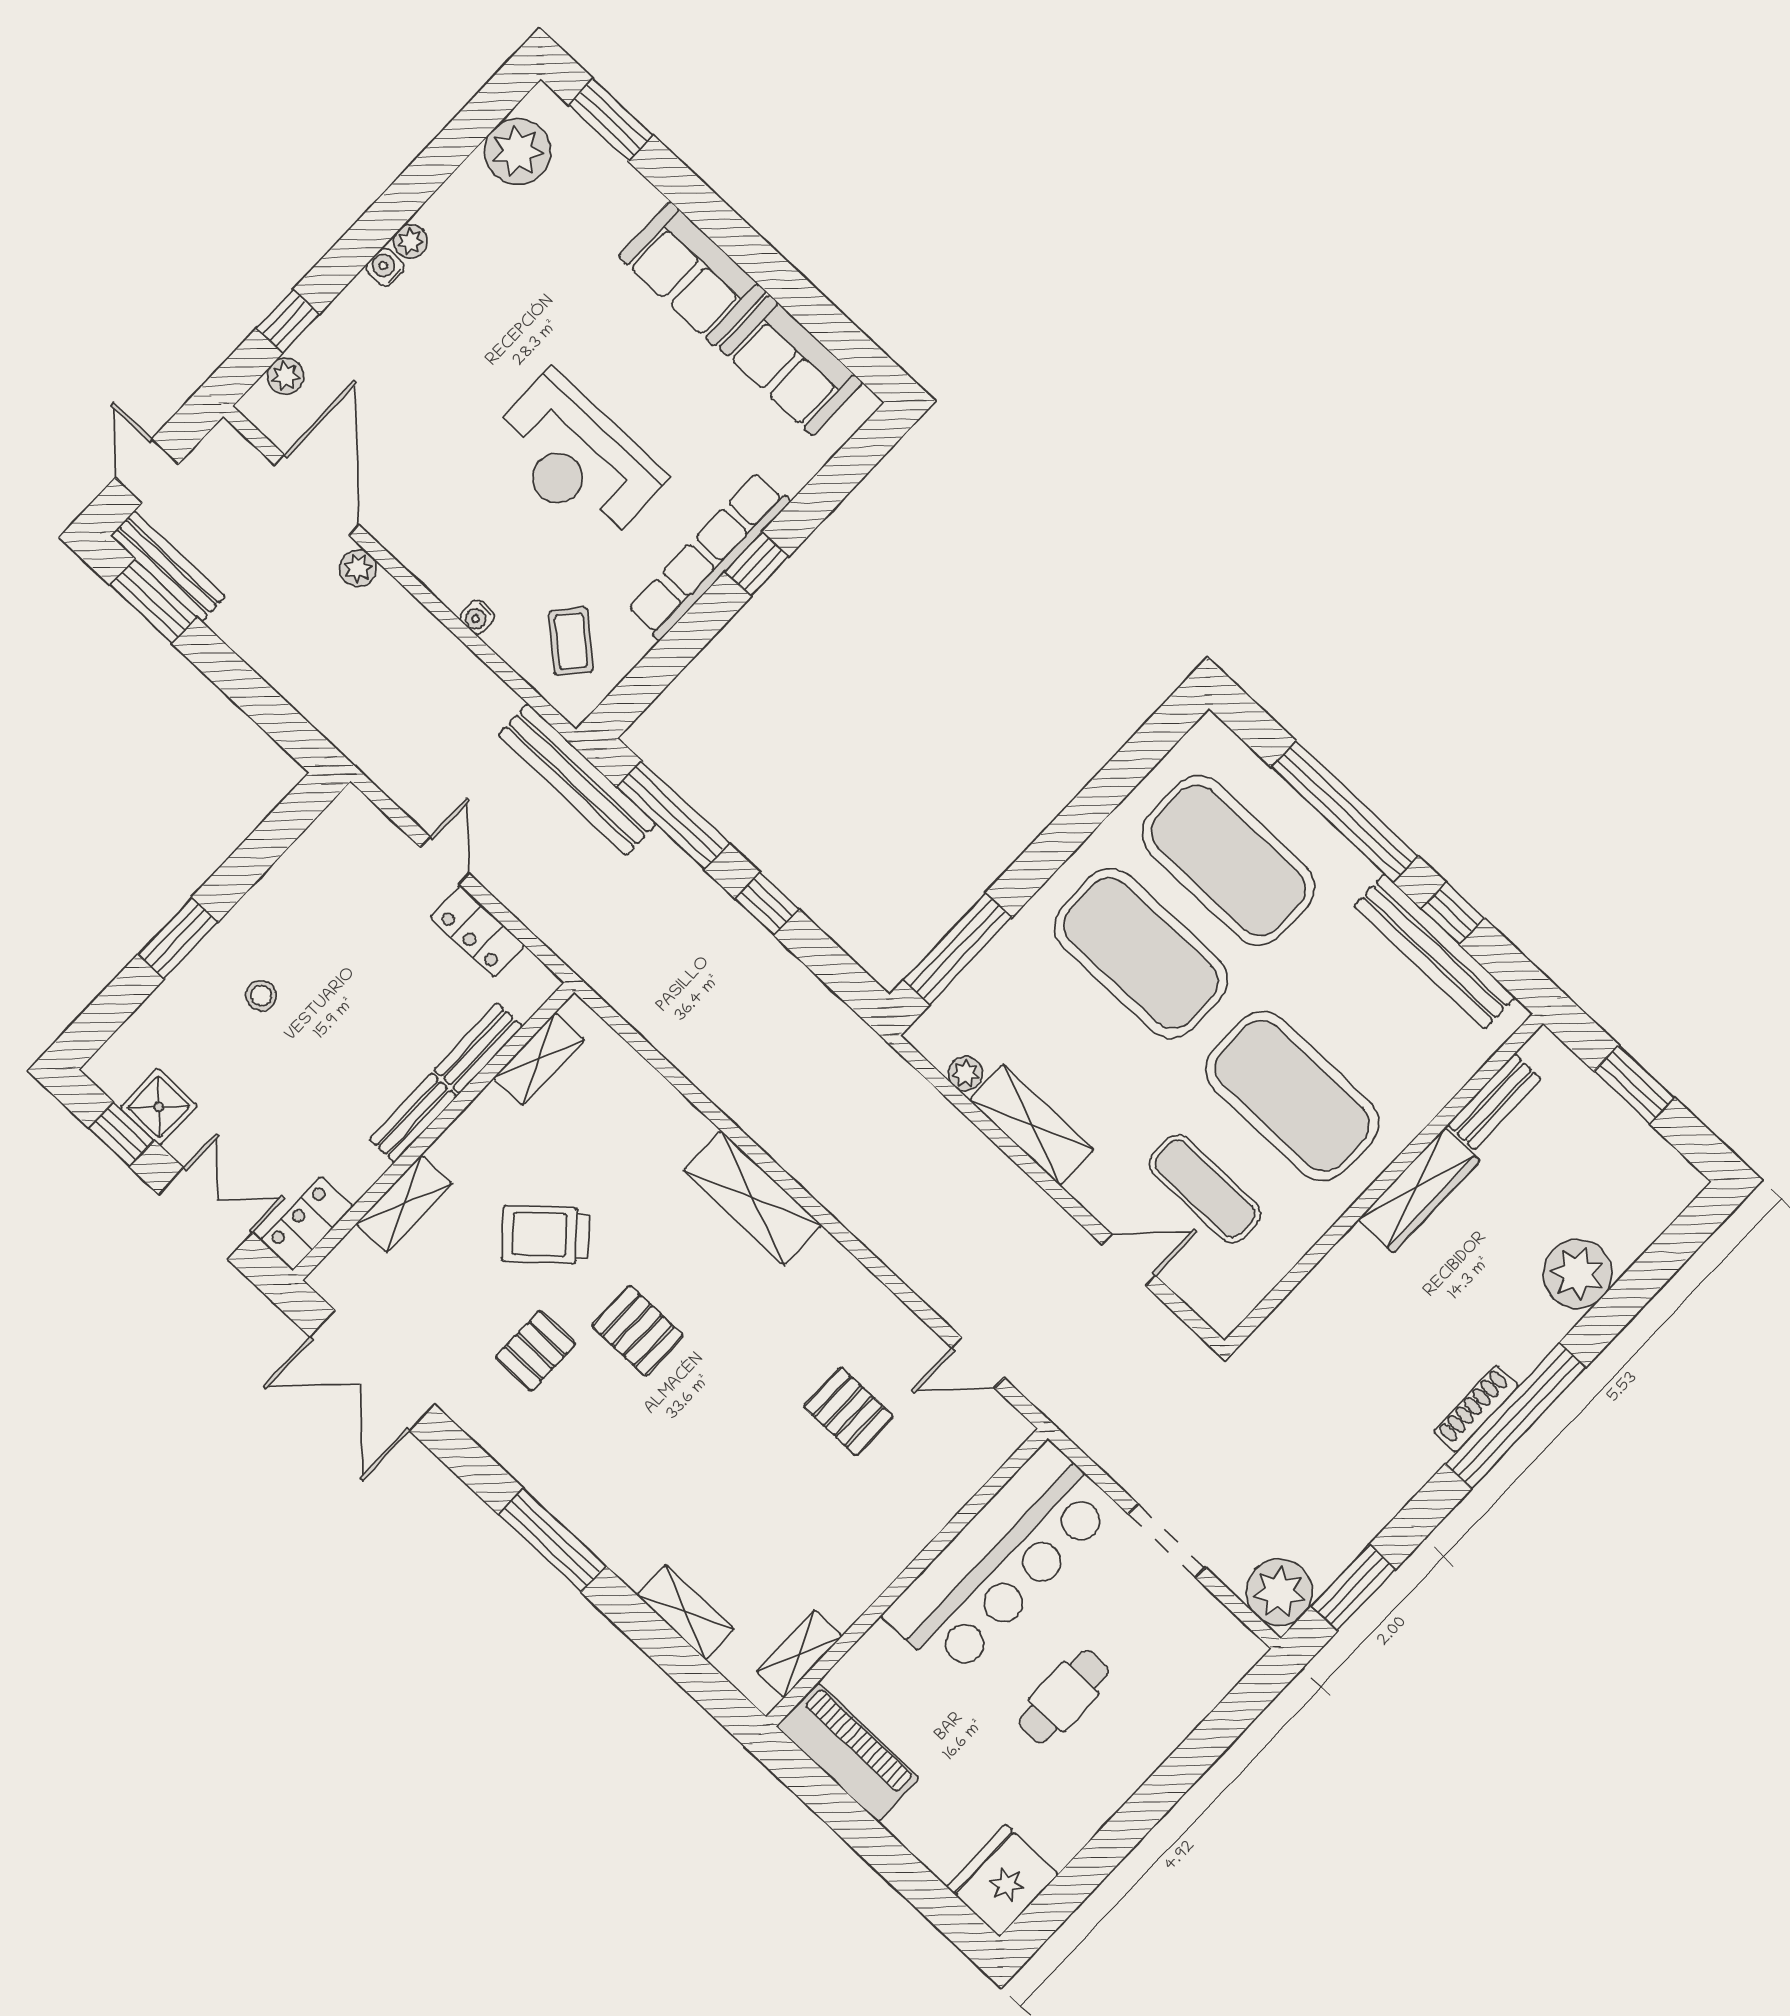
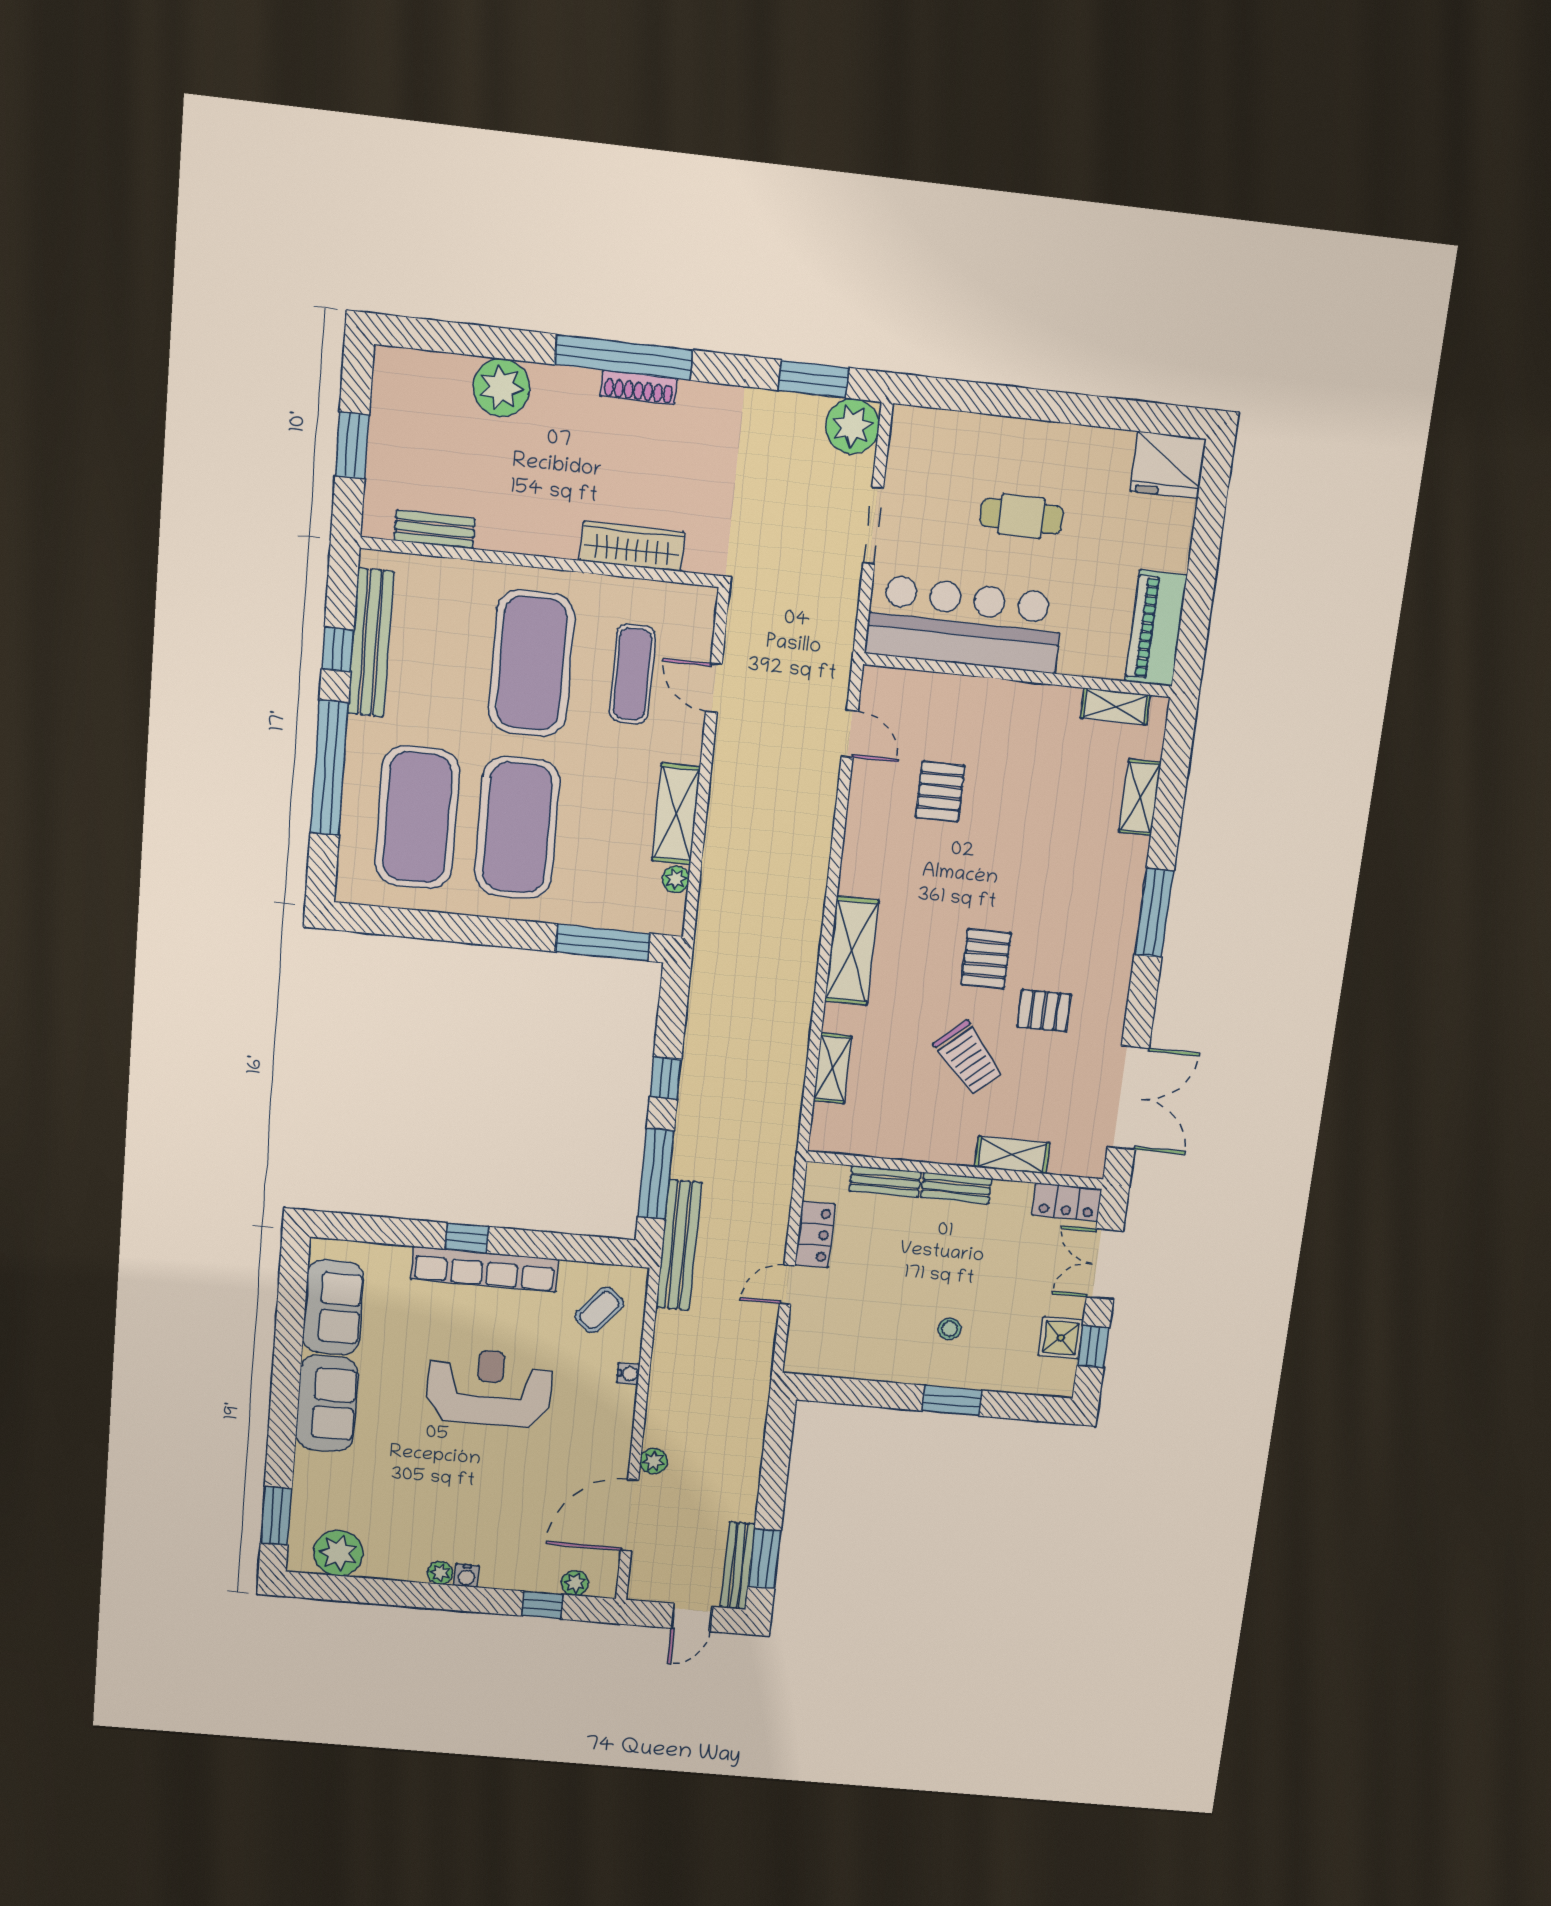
reception desk: (576, 458) -> (489, 1388), turned -90
shelving: (539, 1059) -> (833, 1068), moved, turned 90
wardrobe: (1419, 1190) -> (632, 546), moved

